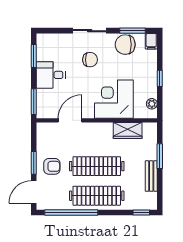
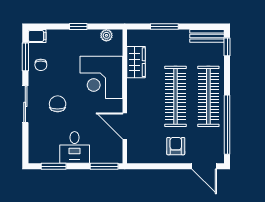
chair: (125, 45) -> (41, 65), width x0.54, depth x0.54
window: (34, 163) -> (172, 166), removed
bench: (151, 176) -> (207, 36), moved

